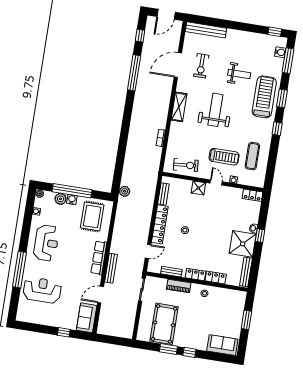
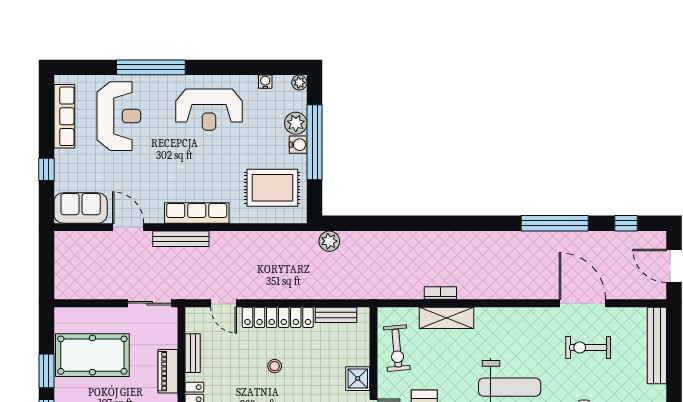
shelving: (179, 107) -> (446, 318), moved
row of seats: (38, 319) -> (64, 116), added

